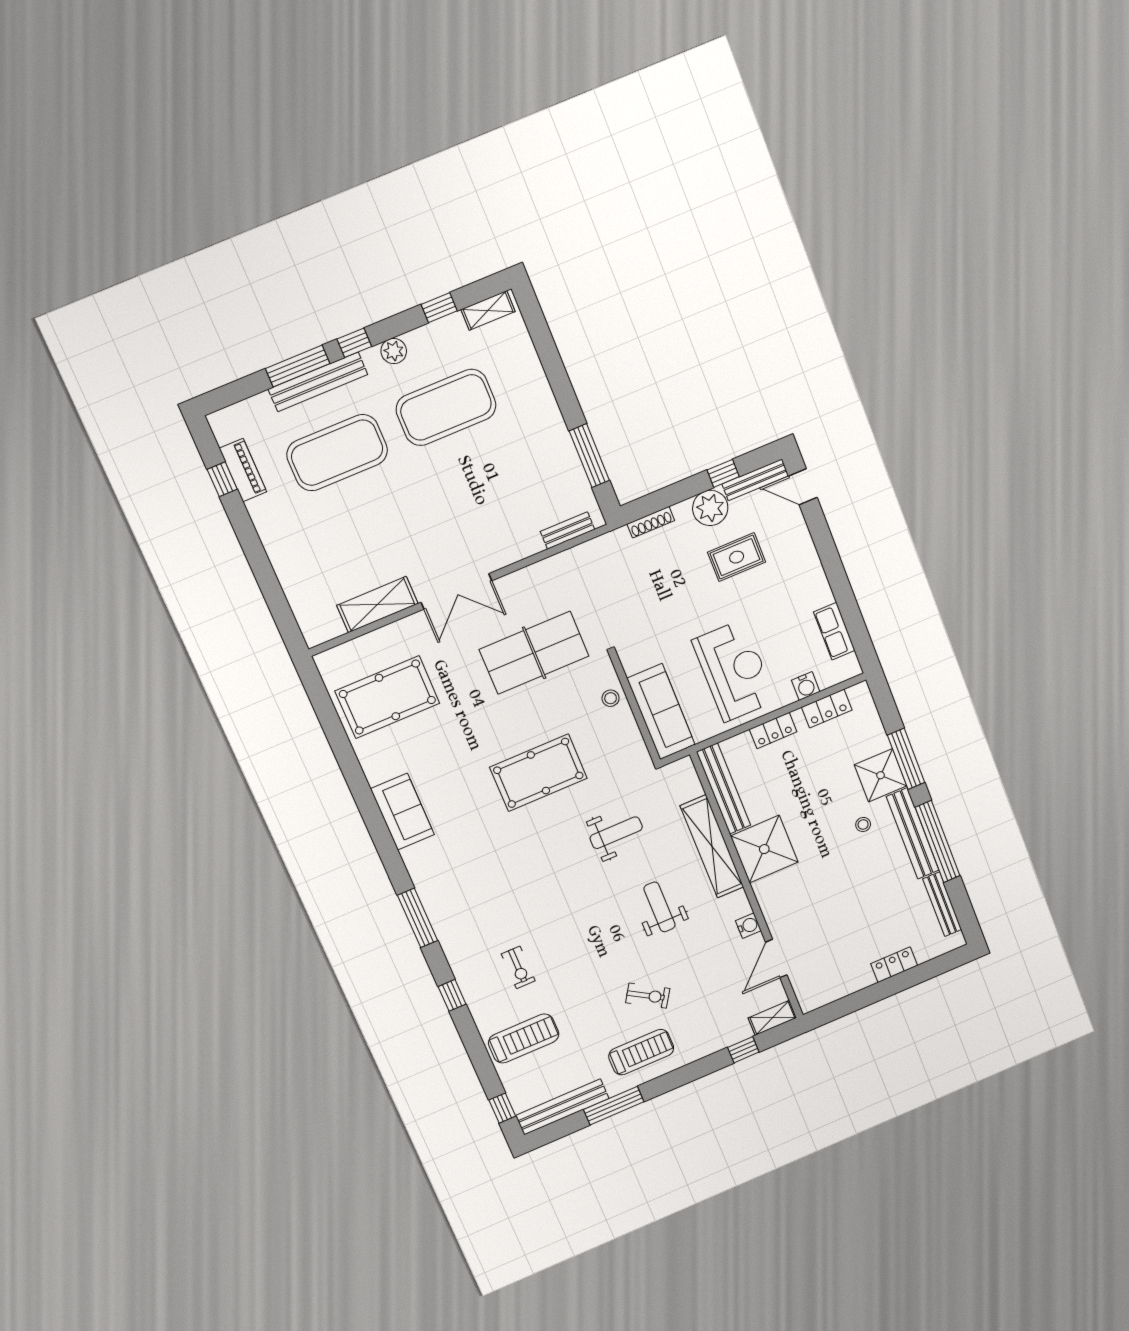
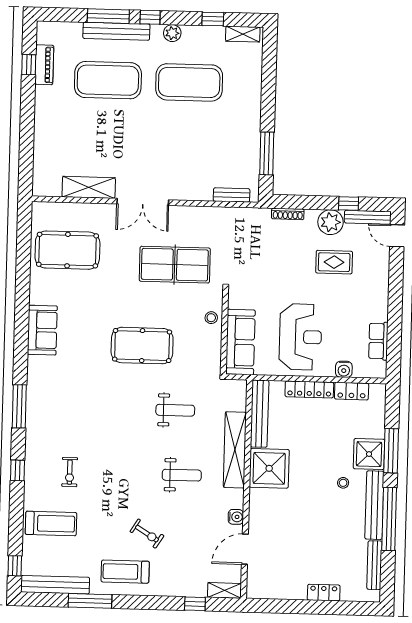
locker: (773, 731) -> (309, 389), width x1.53
weight bench: (659, 907) -> (182, 475), turned 90
treadmill: (641, 1052) -> (125, 572), turned 180

